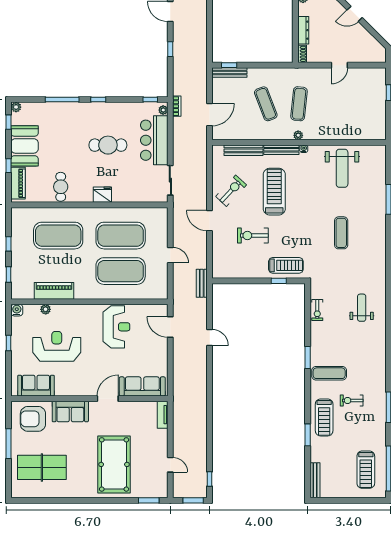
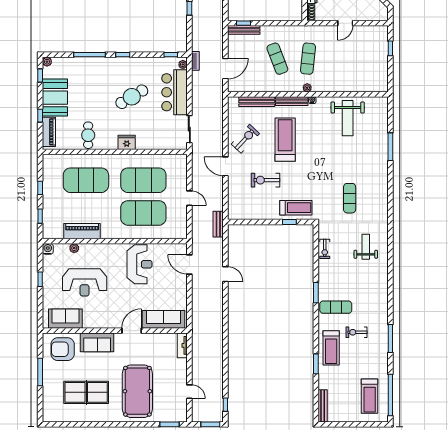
cafe table: (108, 145) -> (132, 97), turned -31
exercise mat: (341, 233) -> (350, 198), moved
reception desk: (57, 346) -> (85, 282), turned 180
table tennis table: (42, 467) -> (86, 392), moved

